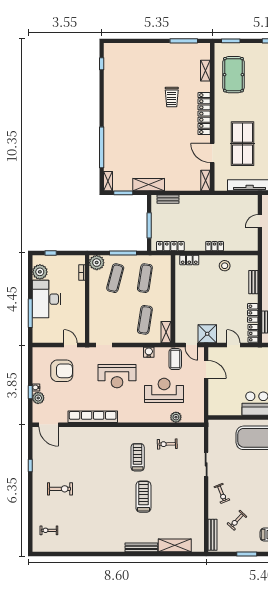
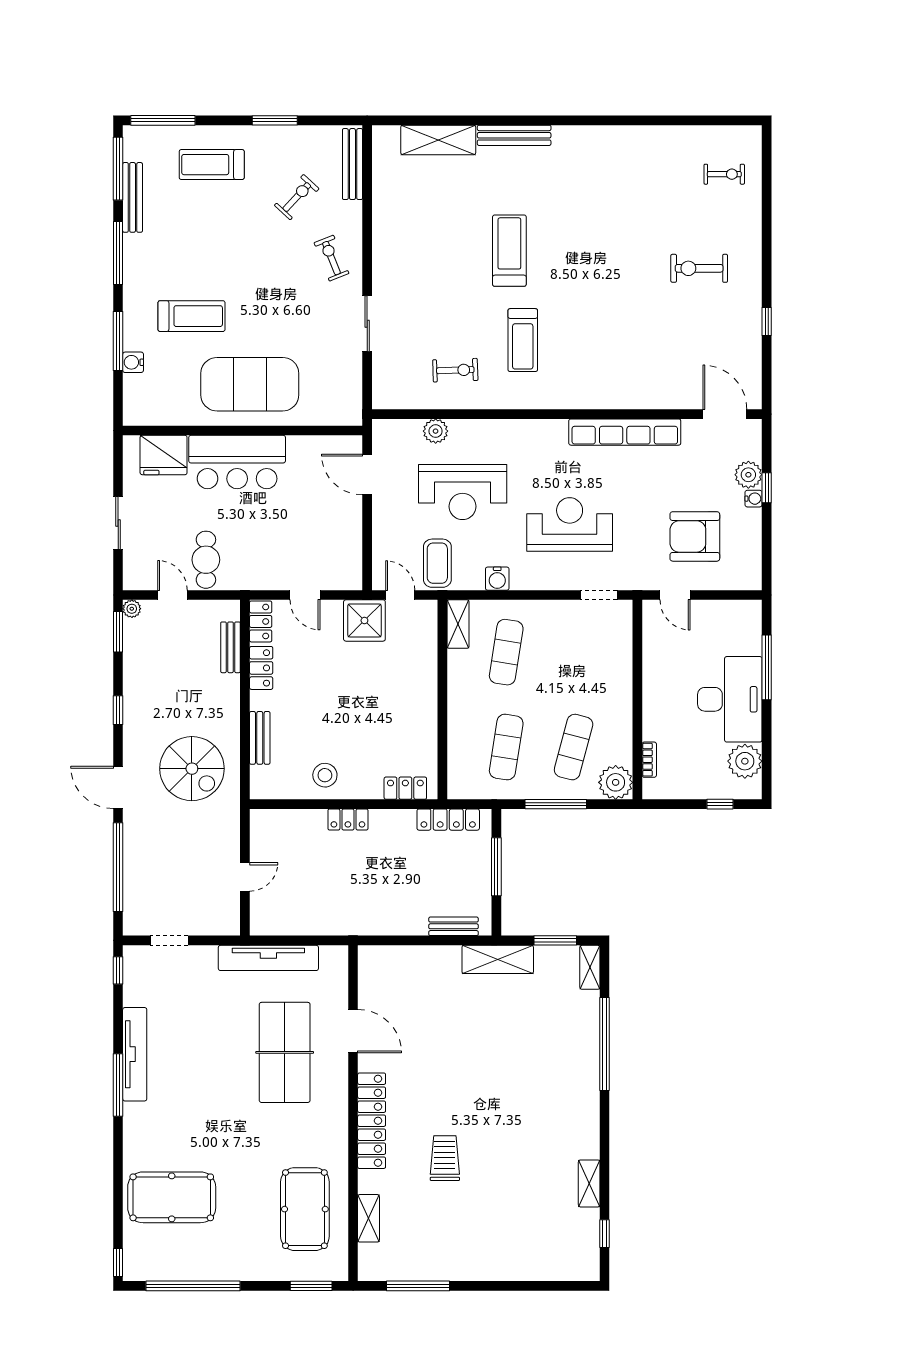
shelving: (206, 180) -> (589, 1183), moved
door: (206, 369) -> (367, 475), moved
treadmill: (143, 497) -> (509, 251), turned 180

